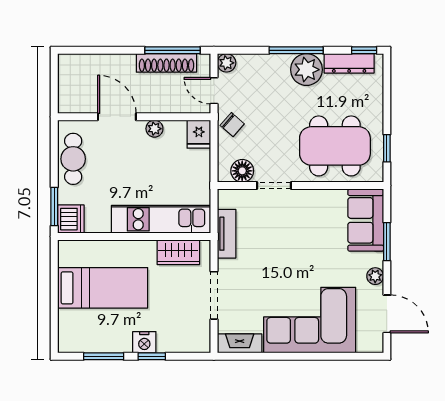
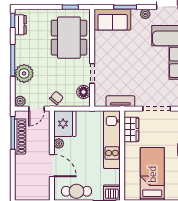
dresser: (349, 63) -> (20, 25), width x0.70
plant: (306, 70) -> (24, 73), moved
door: (117, 117) -> (52, 166), swing flipped
fridge: (199, 134) -> (65, 124), width x1.88, depth x1.34

